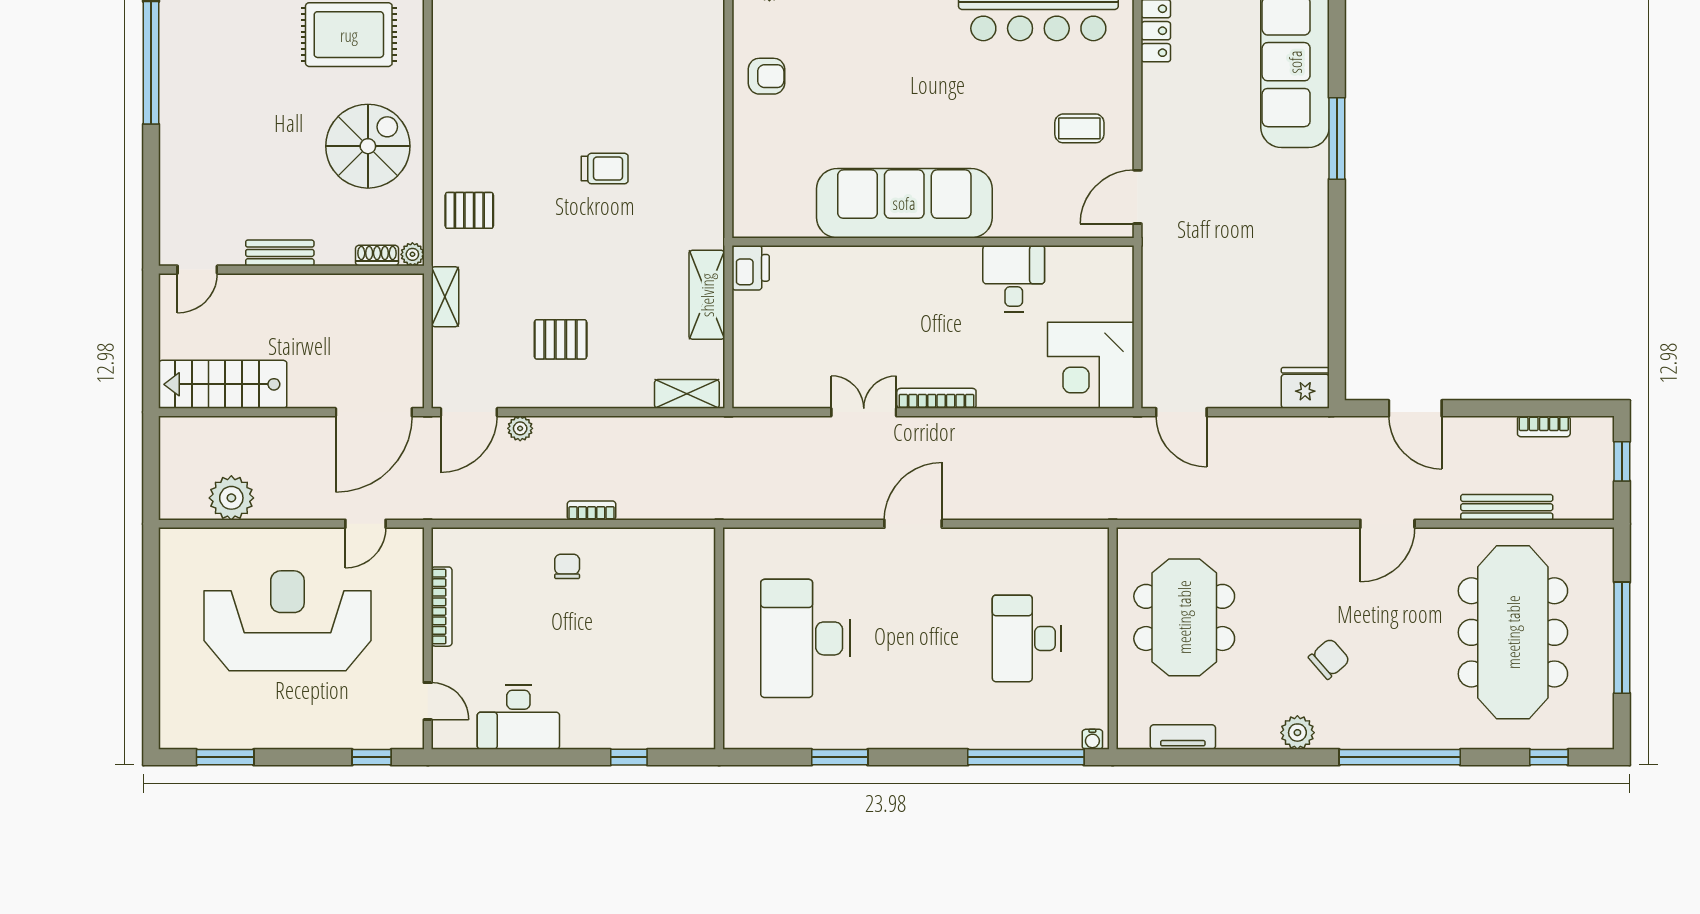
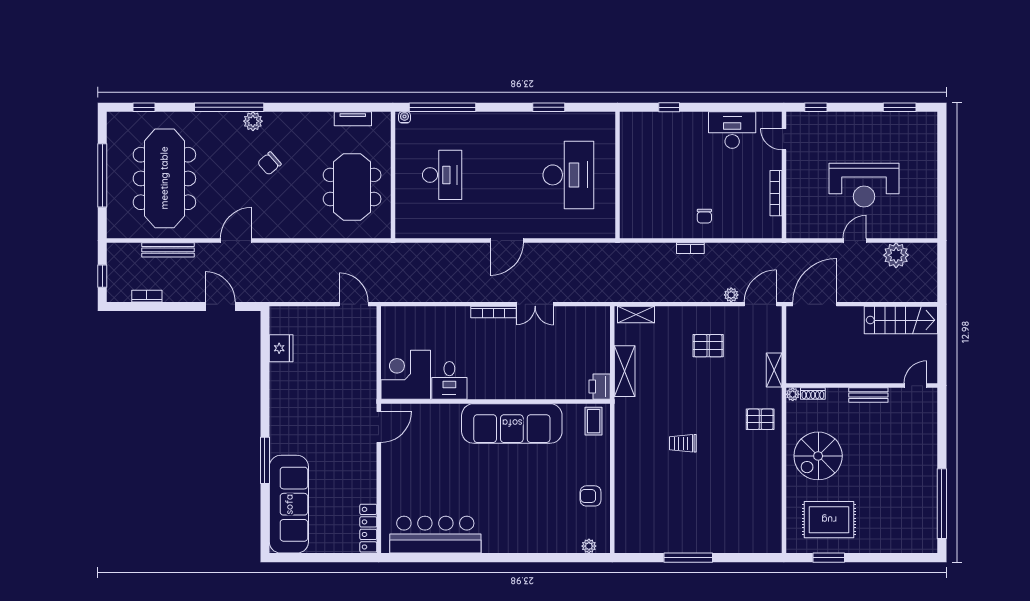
coffee table: (1079, 128) -> (594, 421), moved, turned 90
corner desk: (1091, 365) -> (406, 375), moved, turned -90
fridge: (1305, 388) -> (281, 348), moved, turned -90
door: (366, 524) -> (855, 240), moved
reception desk: (287, 621) -> (864, 185), width x0.74, depth x0.77
plant: (1297, 733) -> (253, 121), moved

